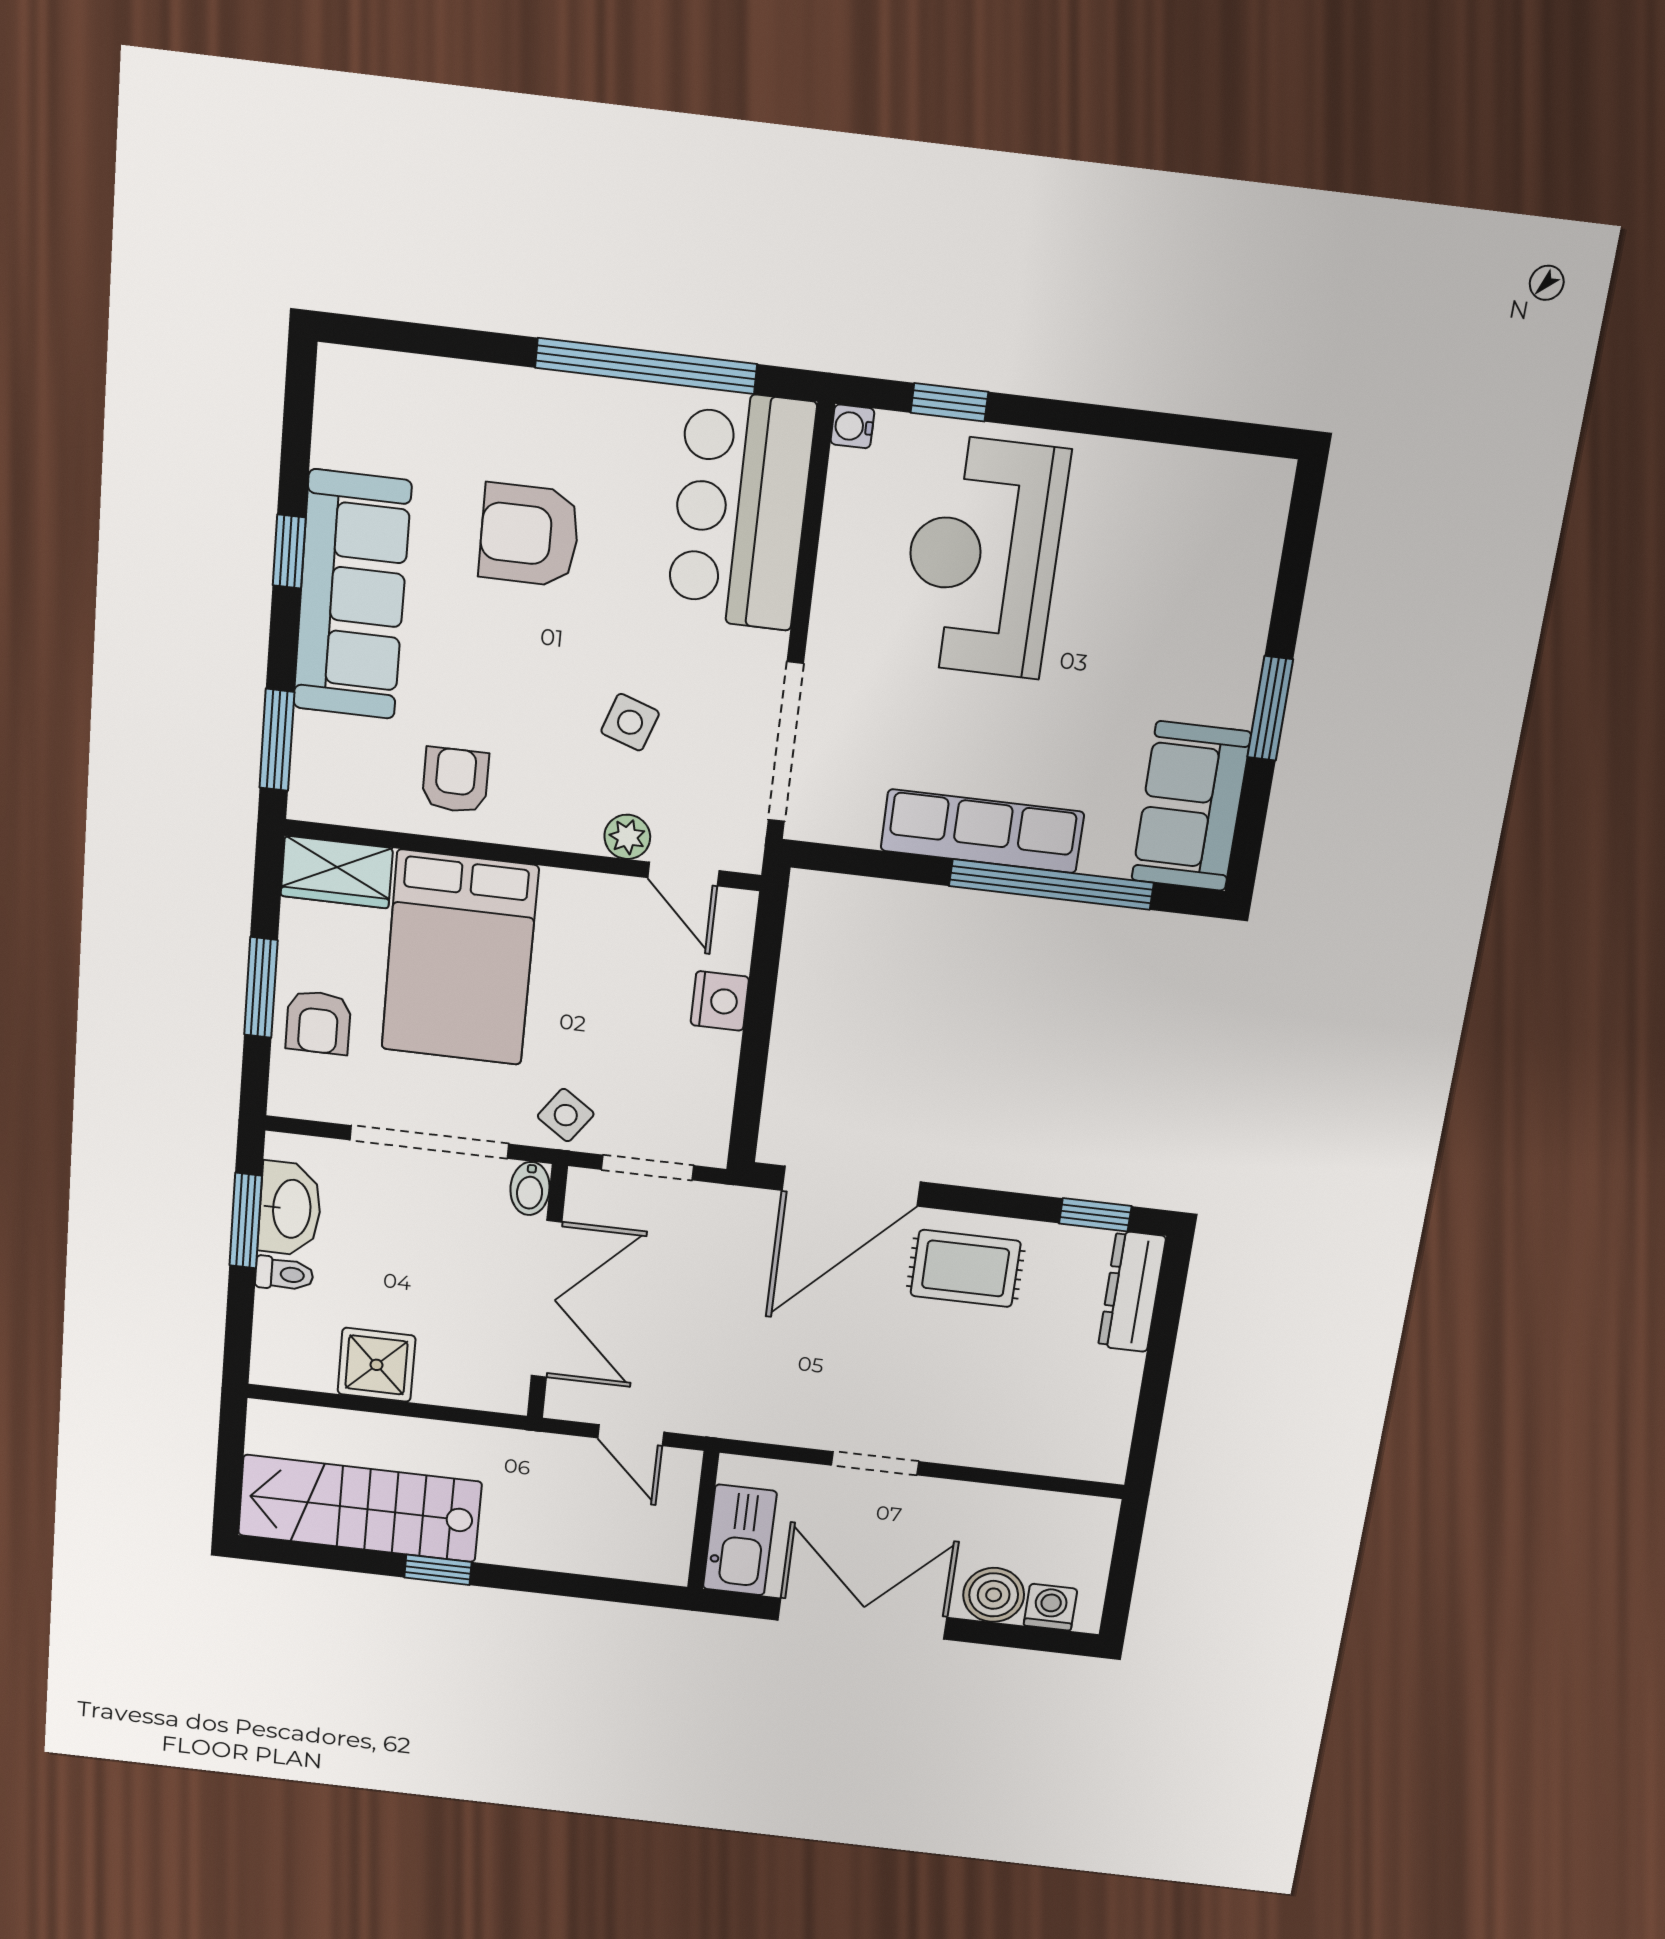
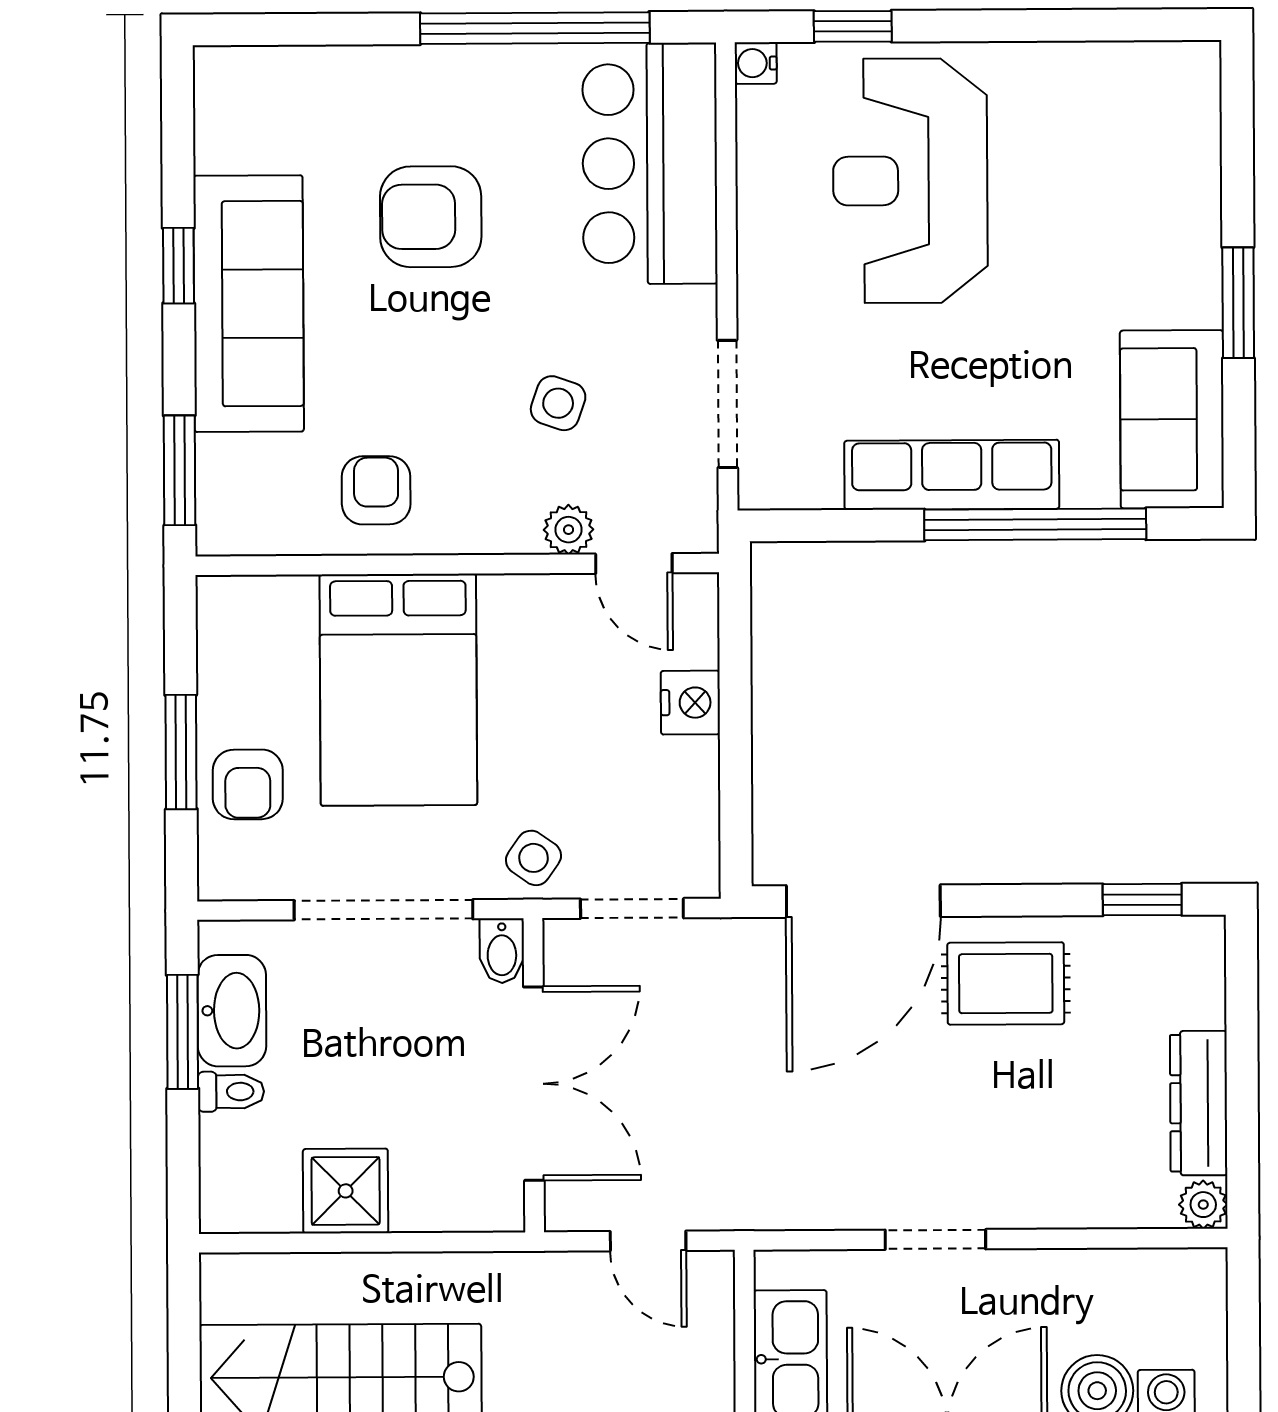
doorway: (786, 742) -> (727, 404), width x0.73
wardrobe: (337, 872) -> (255, 609), removed
dresser: (1132, 1292) -> (1199, 1103), moved
plant: (1107, 1464) -> (1203, 1205), added

